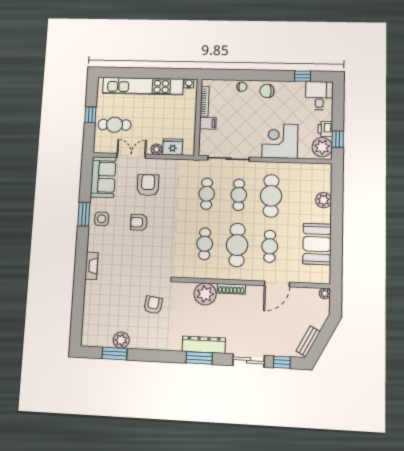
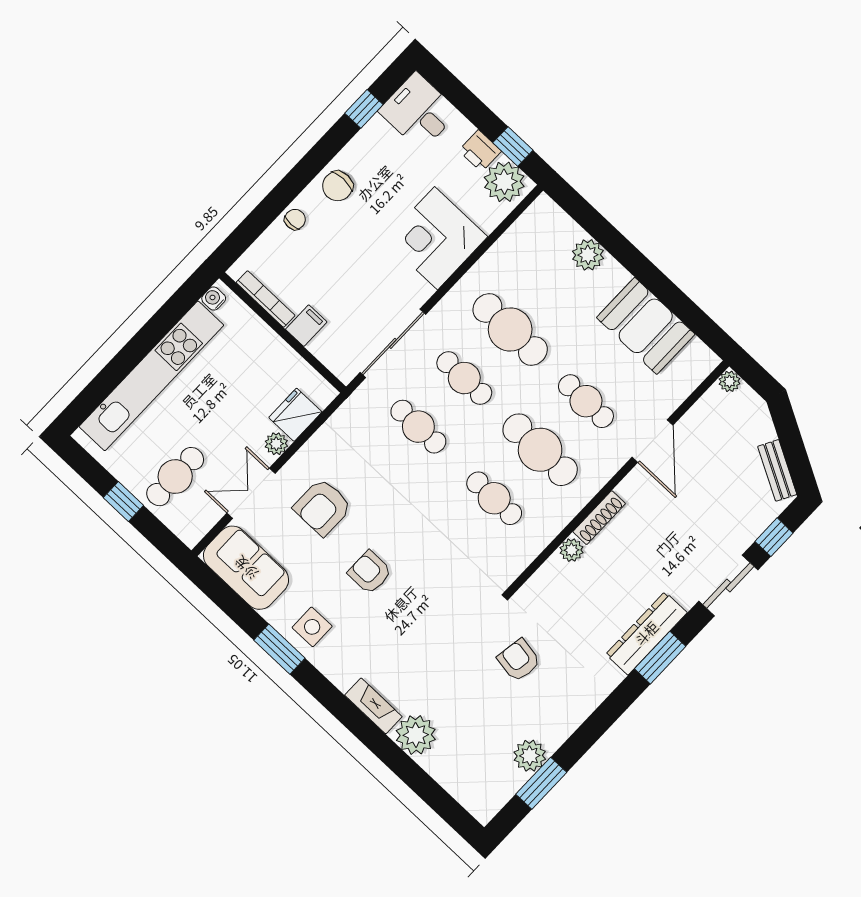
armchair: (148, 185) -> (323, 507), turned -90
armchair: (139, 222) -> (370, 572), turned 90
plant: (94, 291) -> (416, 735), added
plant: (205, 294) -> (572, 550), width x0.53, depth x0.53

